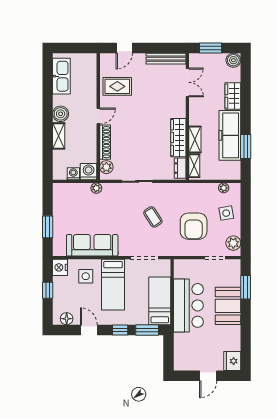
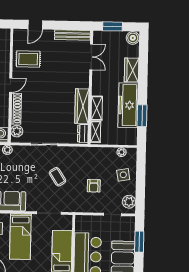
armchair: (194, 226) -> (94, 186), width x0.53, depth x0.53

